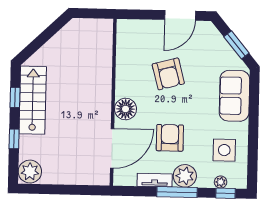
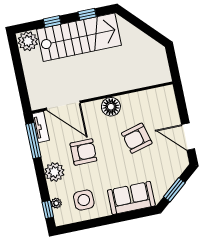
stairs: (33, 100) -> (79, 37), width x1.36, depth x1.51
floor lamp: (126, 109) -> (111, 107), moved
tv unit: (155, 180) -> (41, 127), moved
window: (177, 192) -> (33, 141), moved

